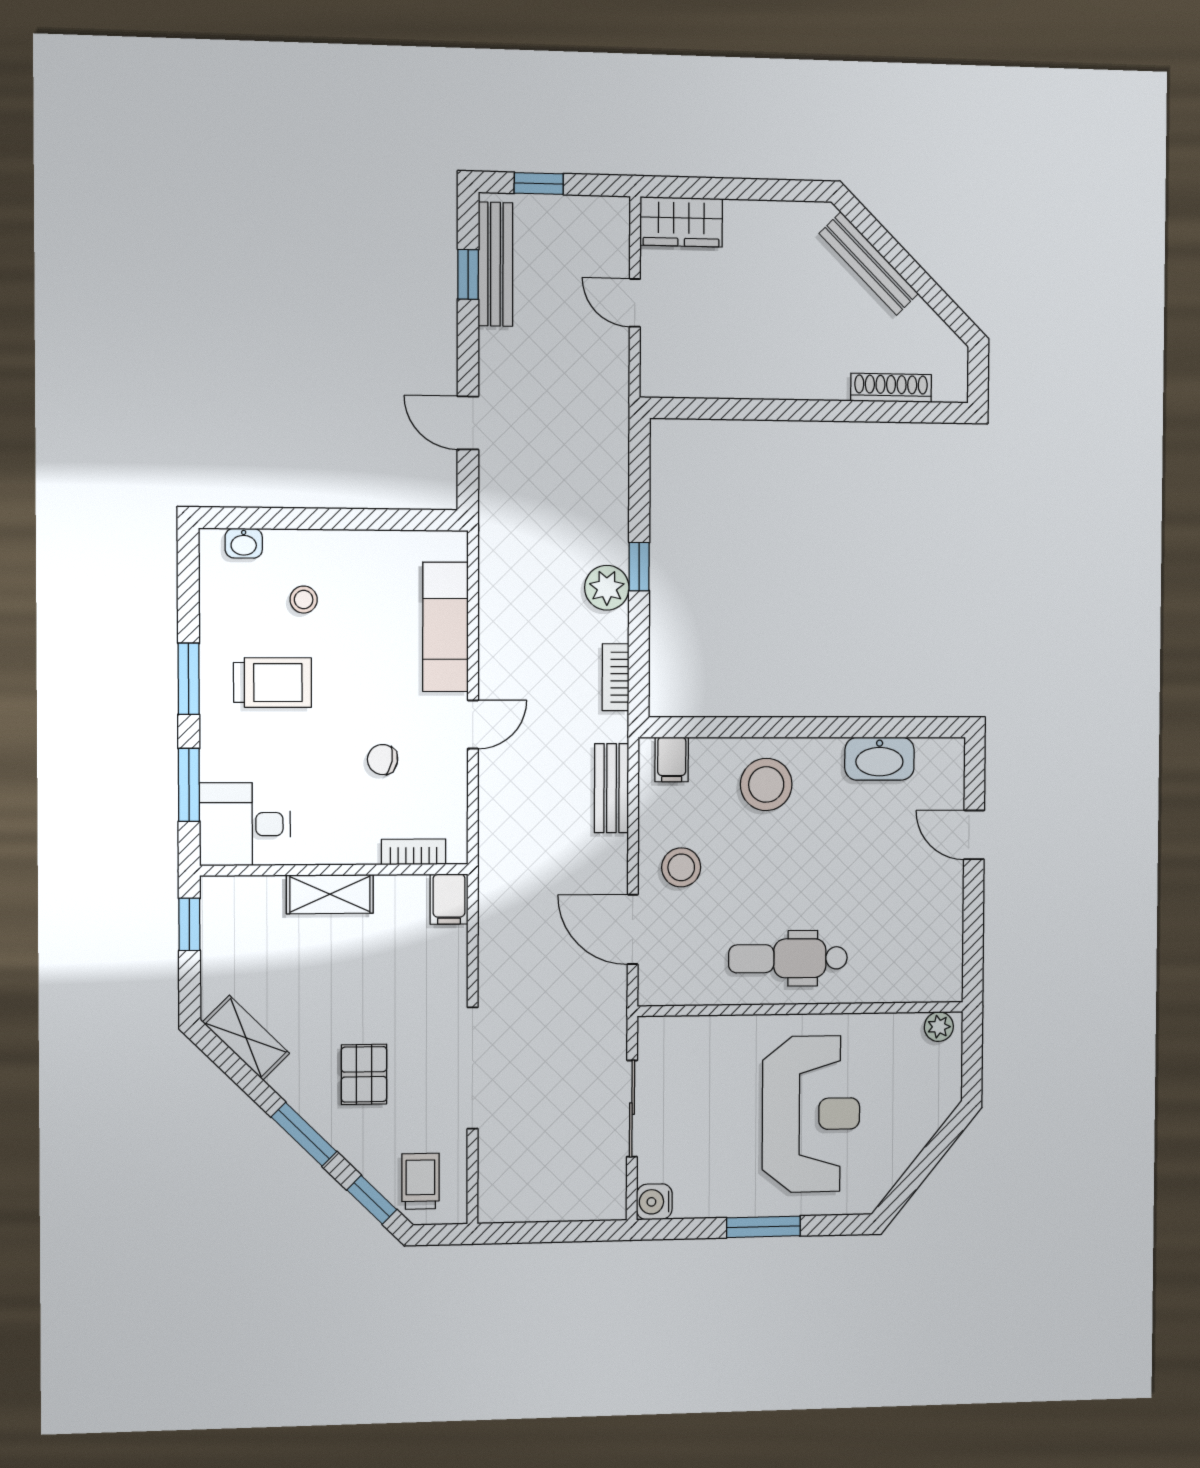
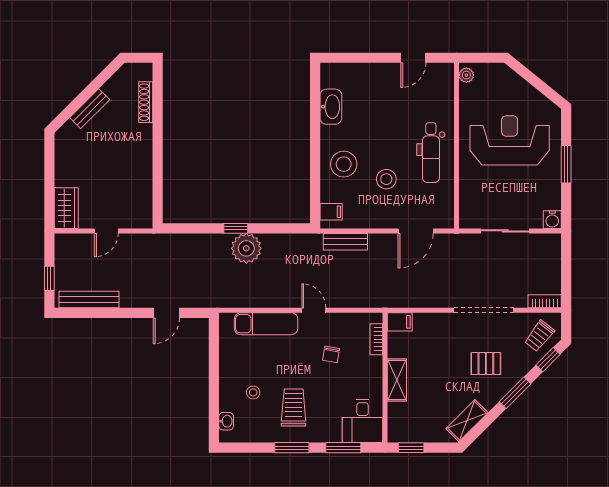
bench: (869, 264) -> (90, 109), width x0.73
window: (468, 274) -> (94, 313), removed
plant: (607, 588) -> (246, 248), width x1.36, depth x1.36
bookcase: (615, 677) -> (545, 301), moved, turned 180
door: (974, 835) -> (413, 58), moved
stool: (681, 867) -> (386, 179), moved
trolley: (420, 1181) -> (539, 336), turned -52

